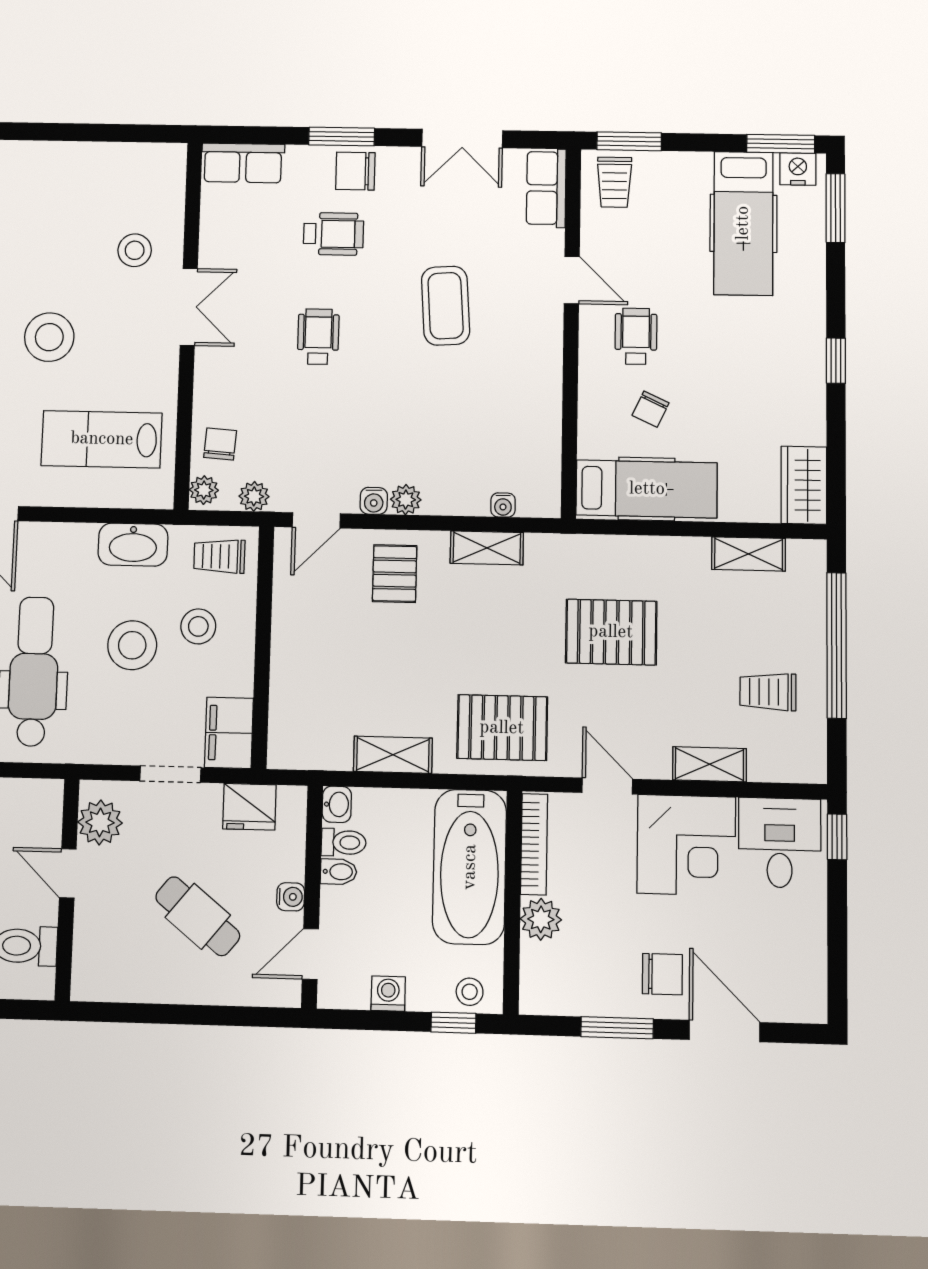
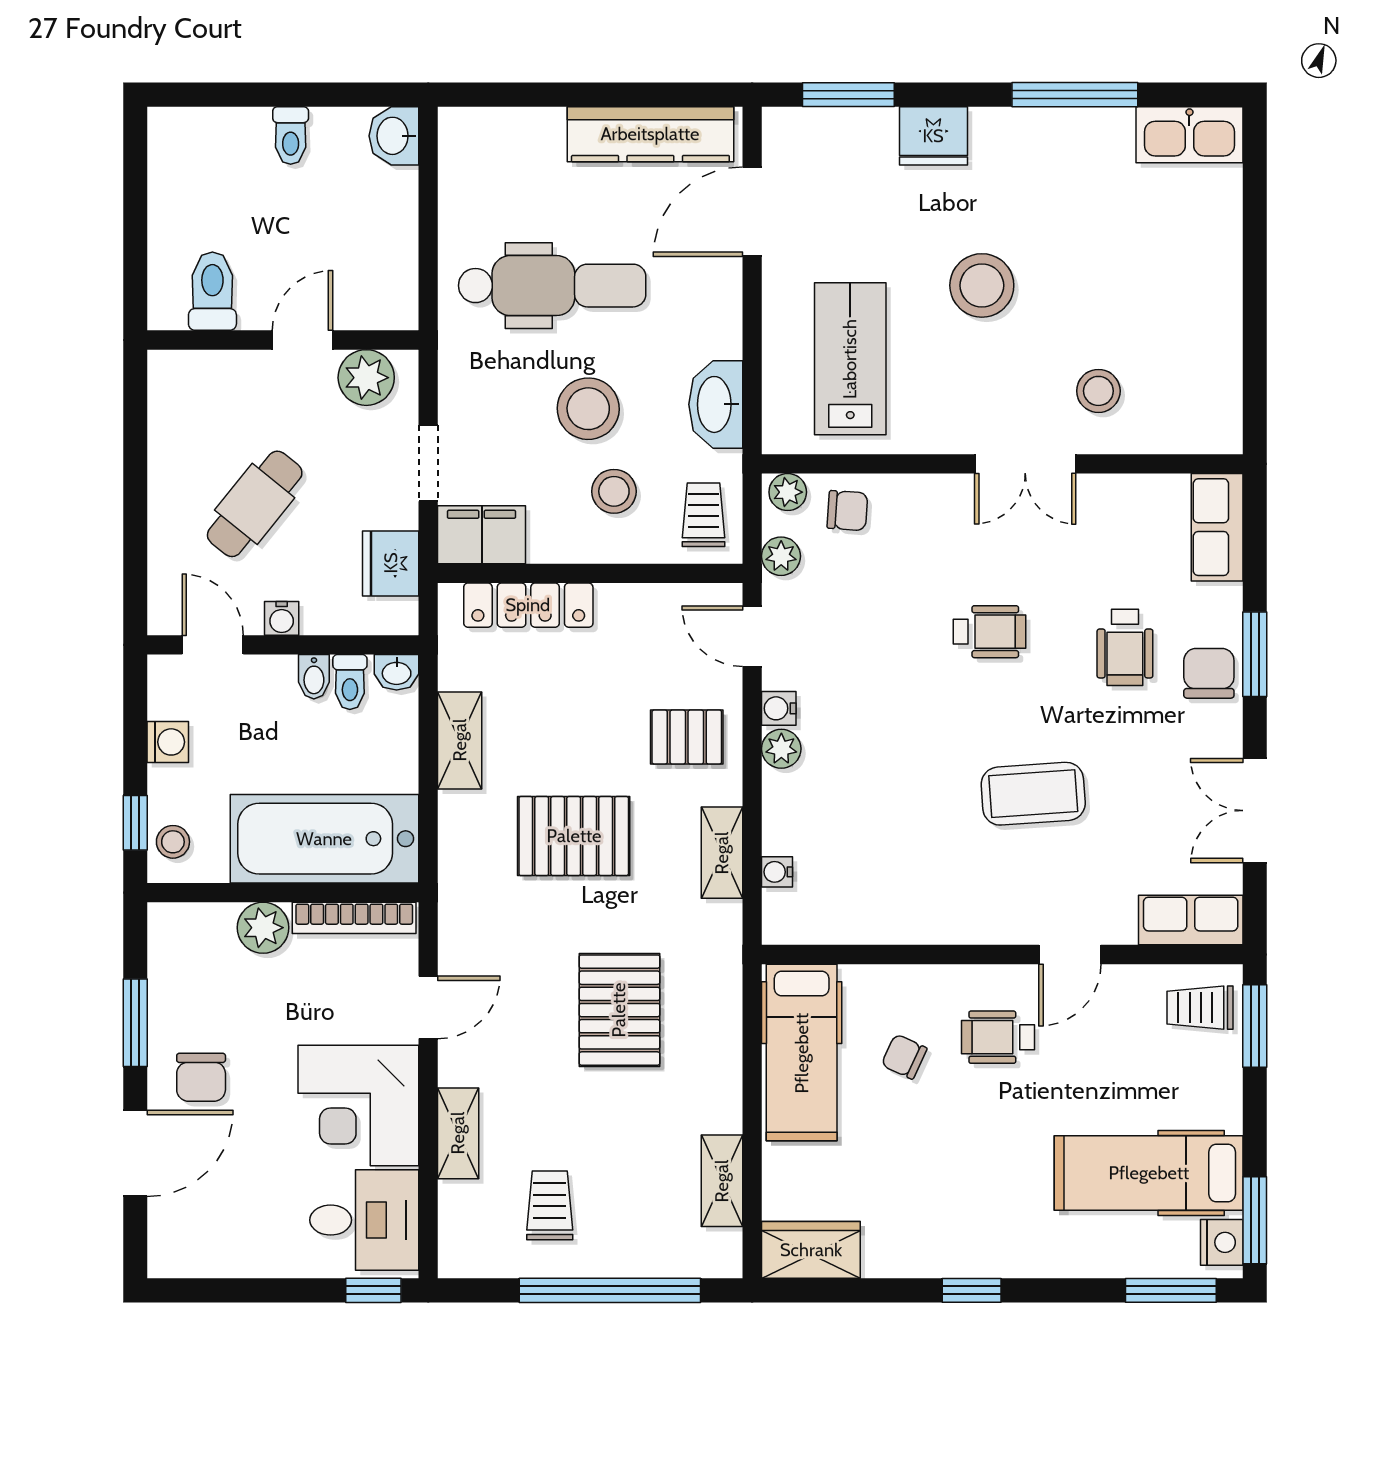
wheelchair: (636, 336) -> (998, 1037), turned 180
locker: (286, 697) -> (528, 605), added
pallet: (502, 728) -> (574, 836), moved, turned 90

